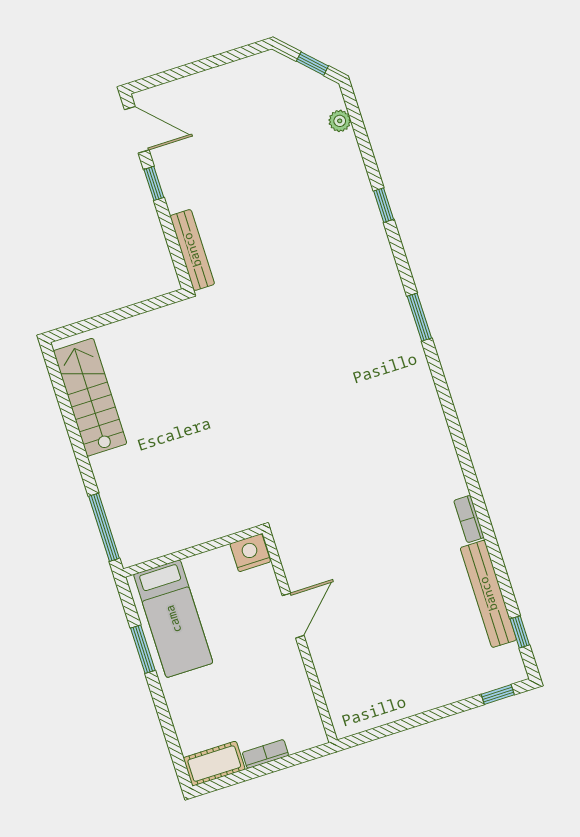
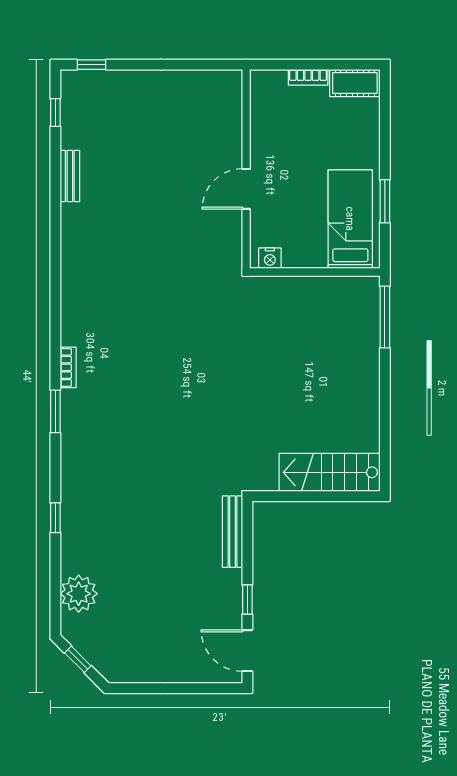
plant: (340, 121) -> (79, 594), width x1.88, depth x1.88
stairs: (90, 397) -> (330, 472), moved, turned 90
bookcase: (469, 519) -> (68, 367), moved
nightstand: (250, 553) -> (270, 258), width x0.74, depth x0.75
bench: (488, 594) -> (70, 176), width x0.54, depth x0.82

